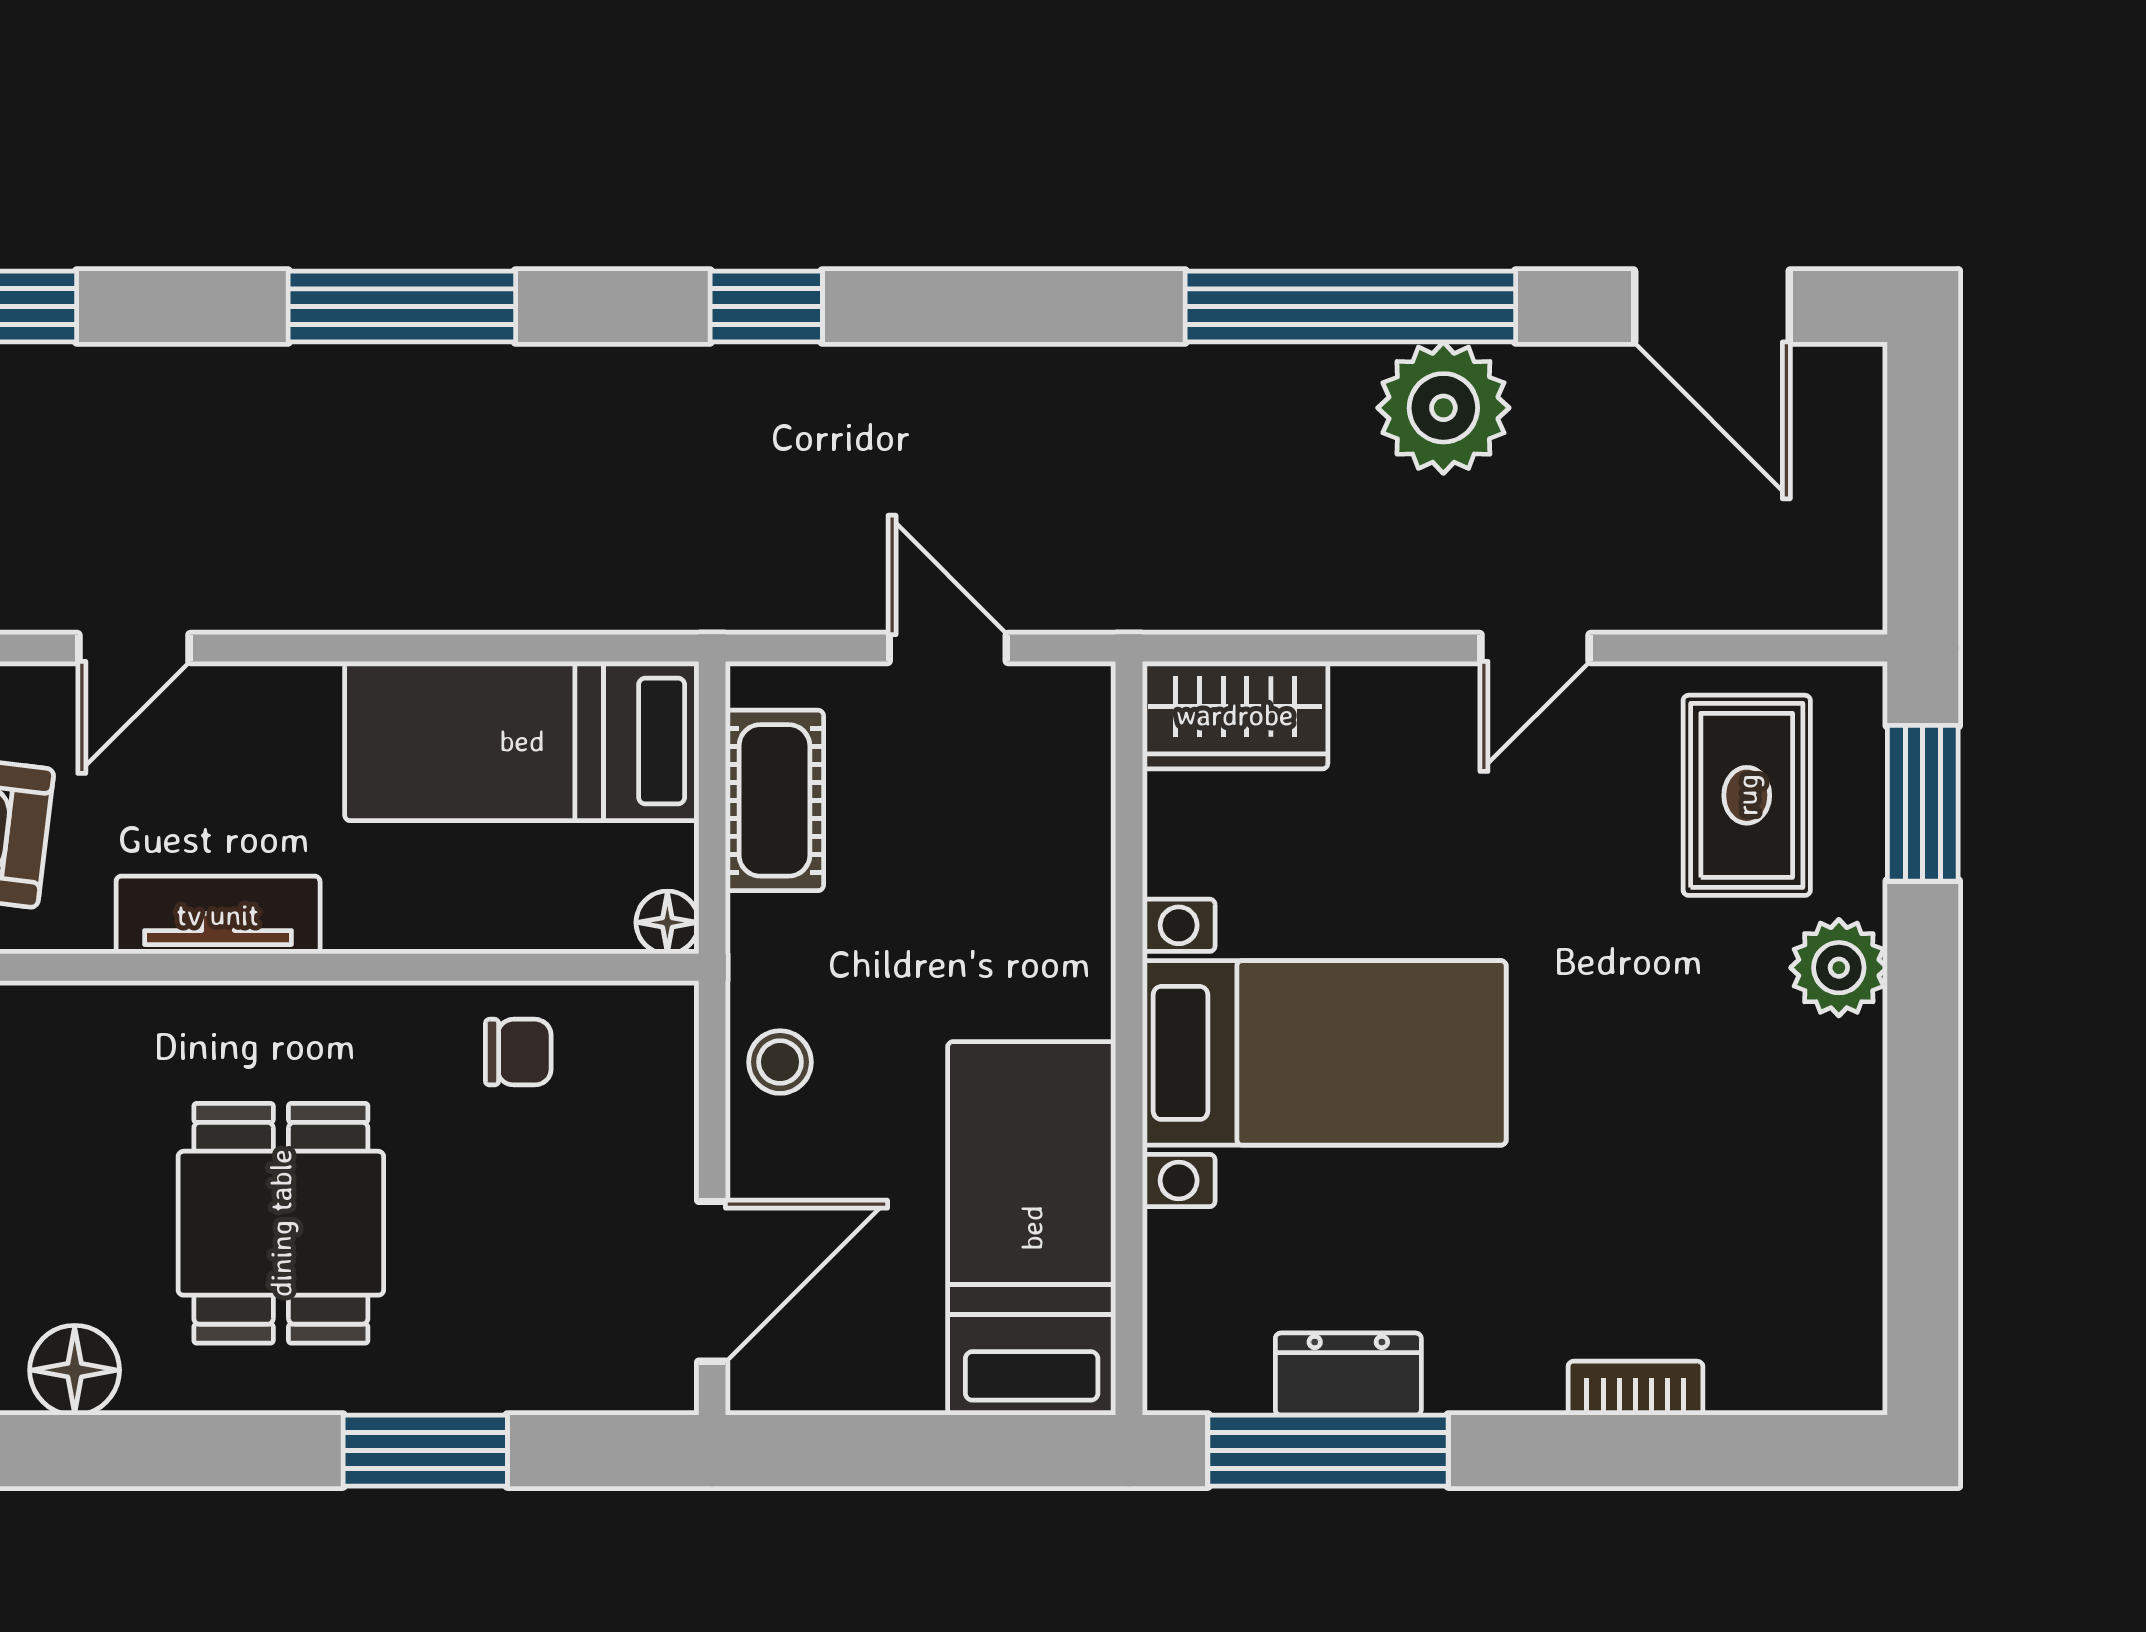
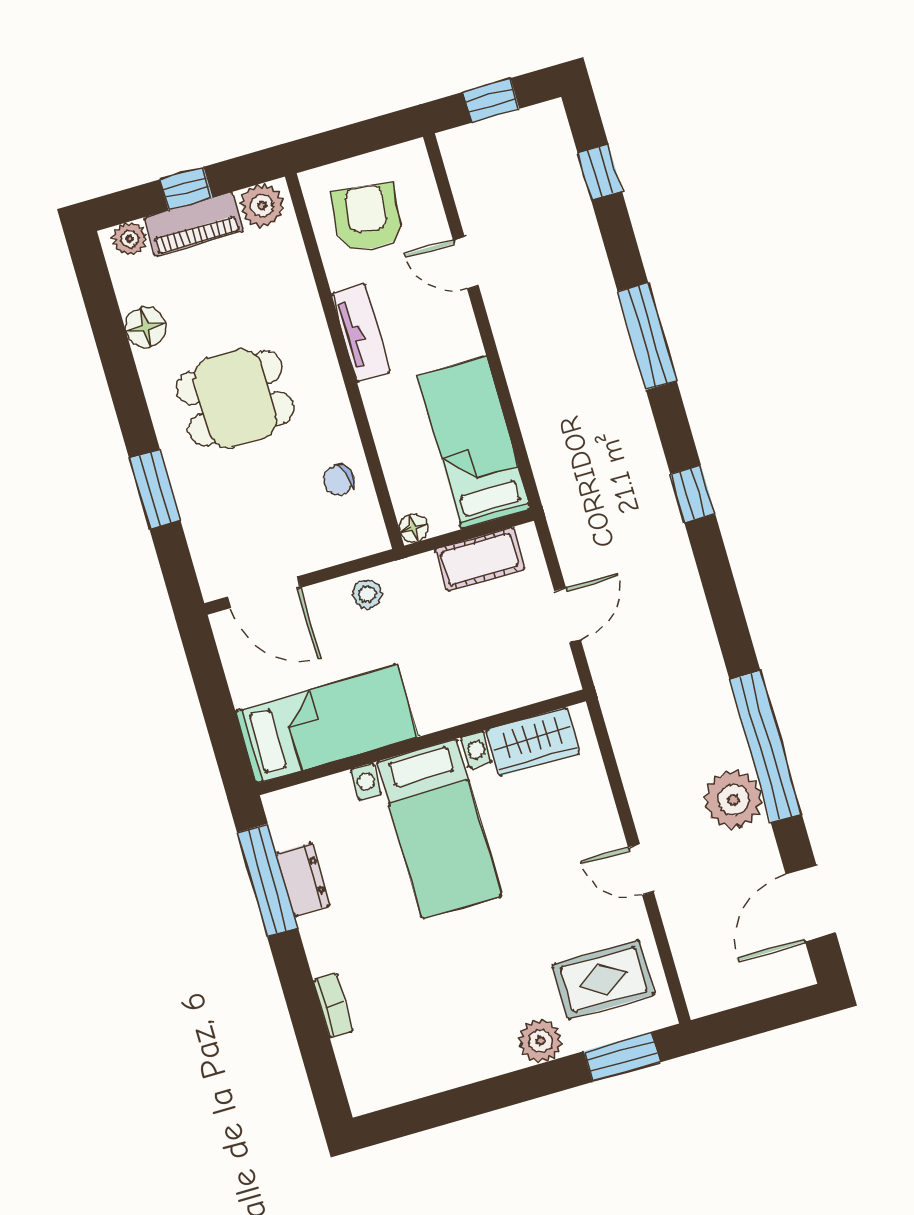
wardrobe: (1235, 715) -> (533, 742), moved, turned -90
chair: (518, 1052) -> (339, 480), turned 67

